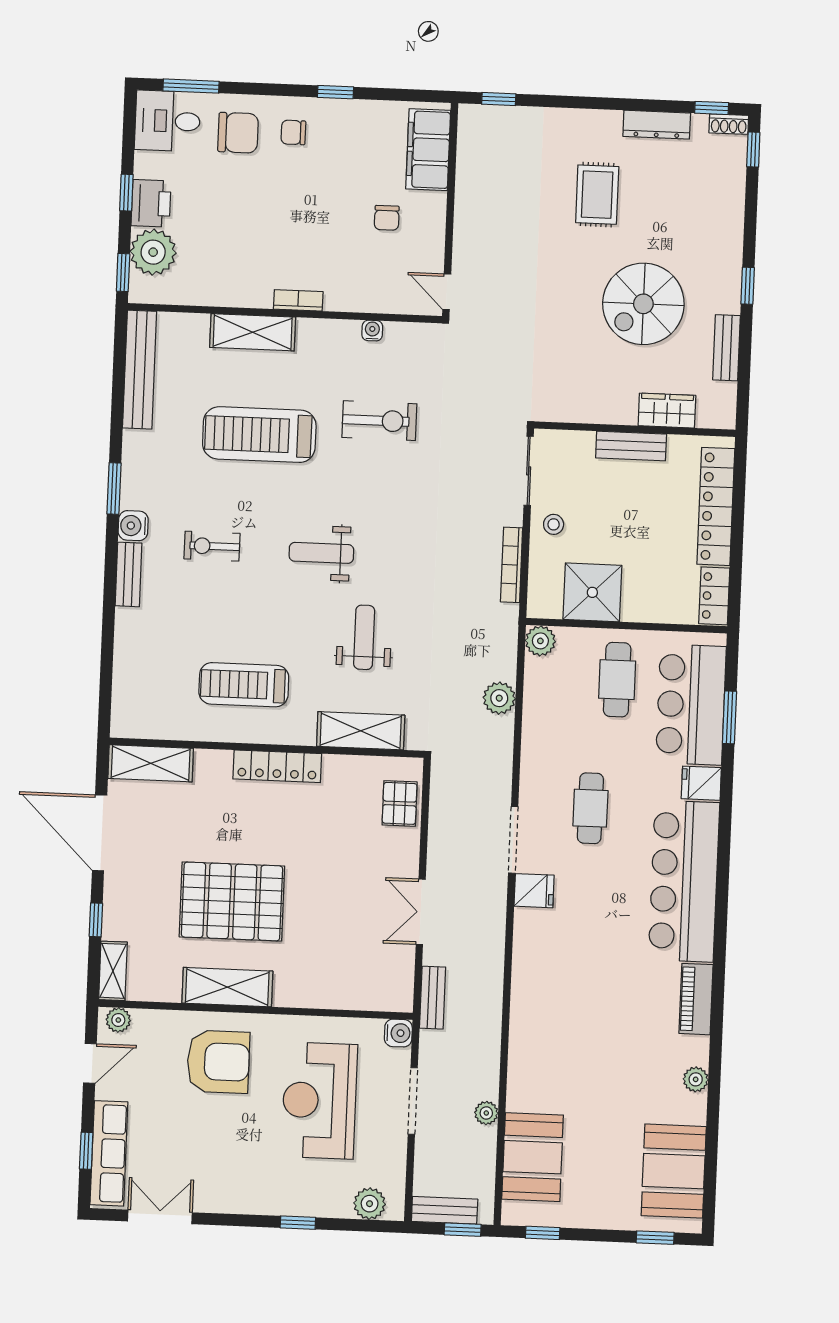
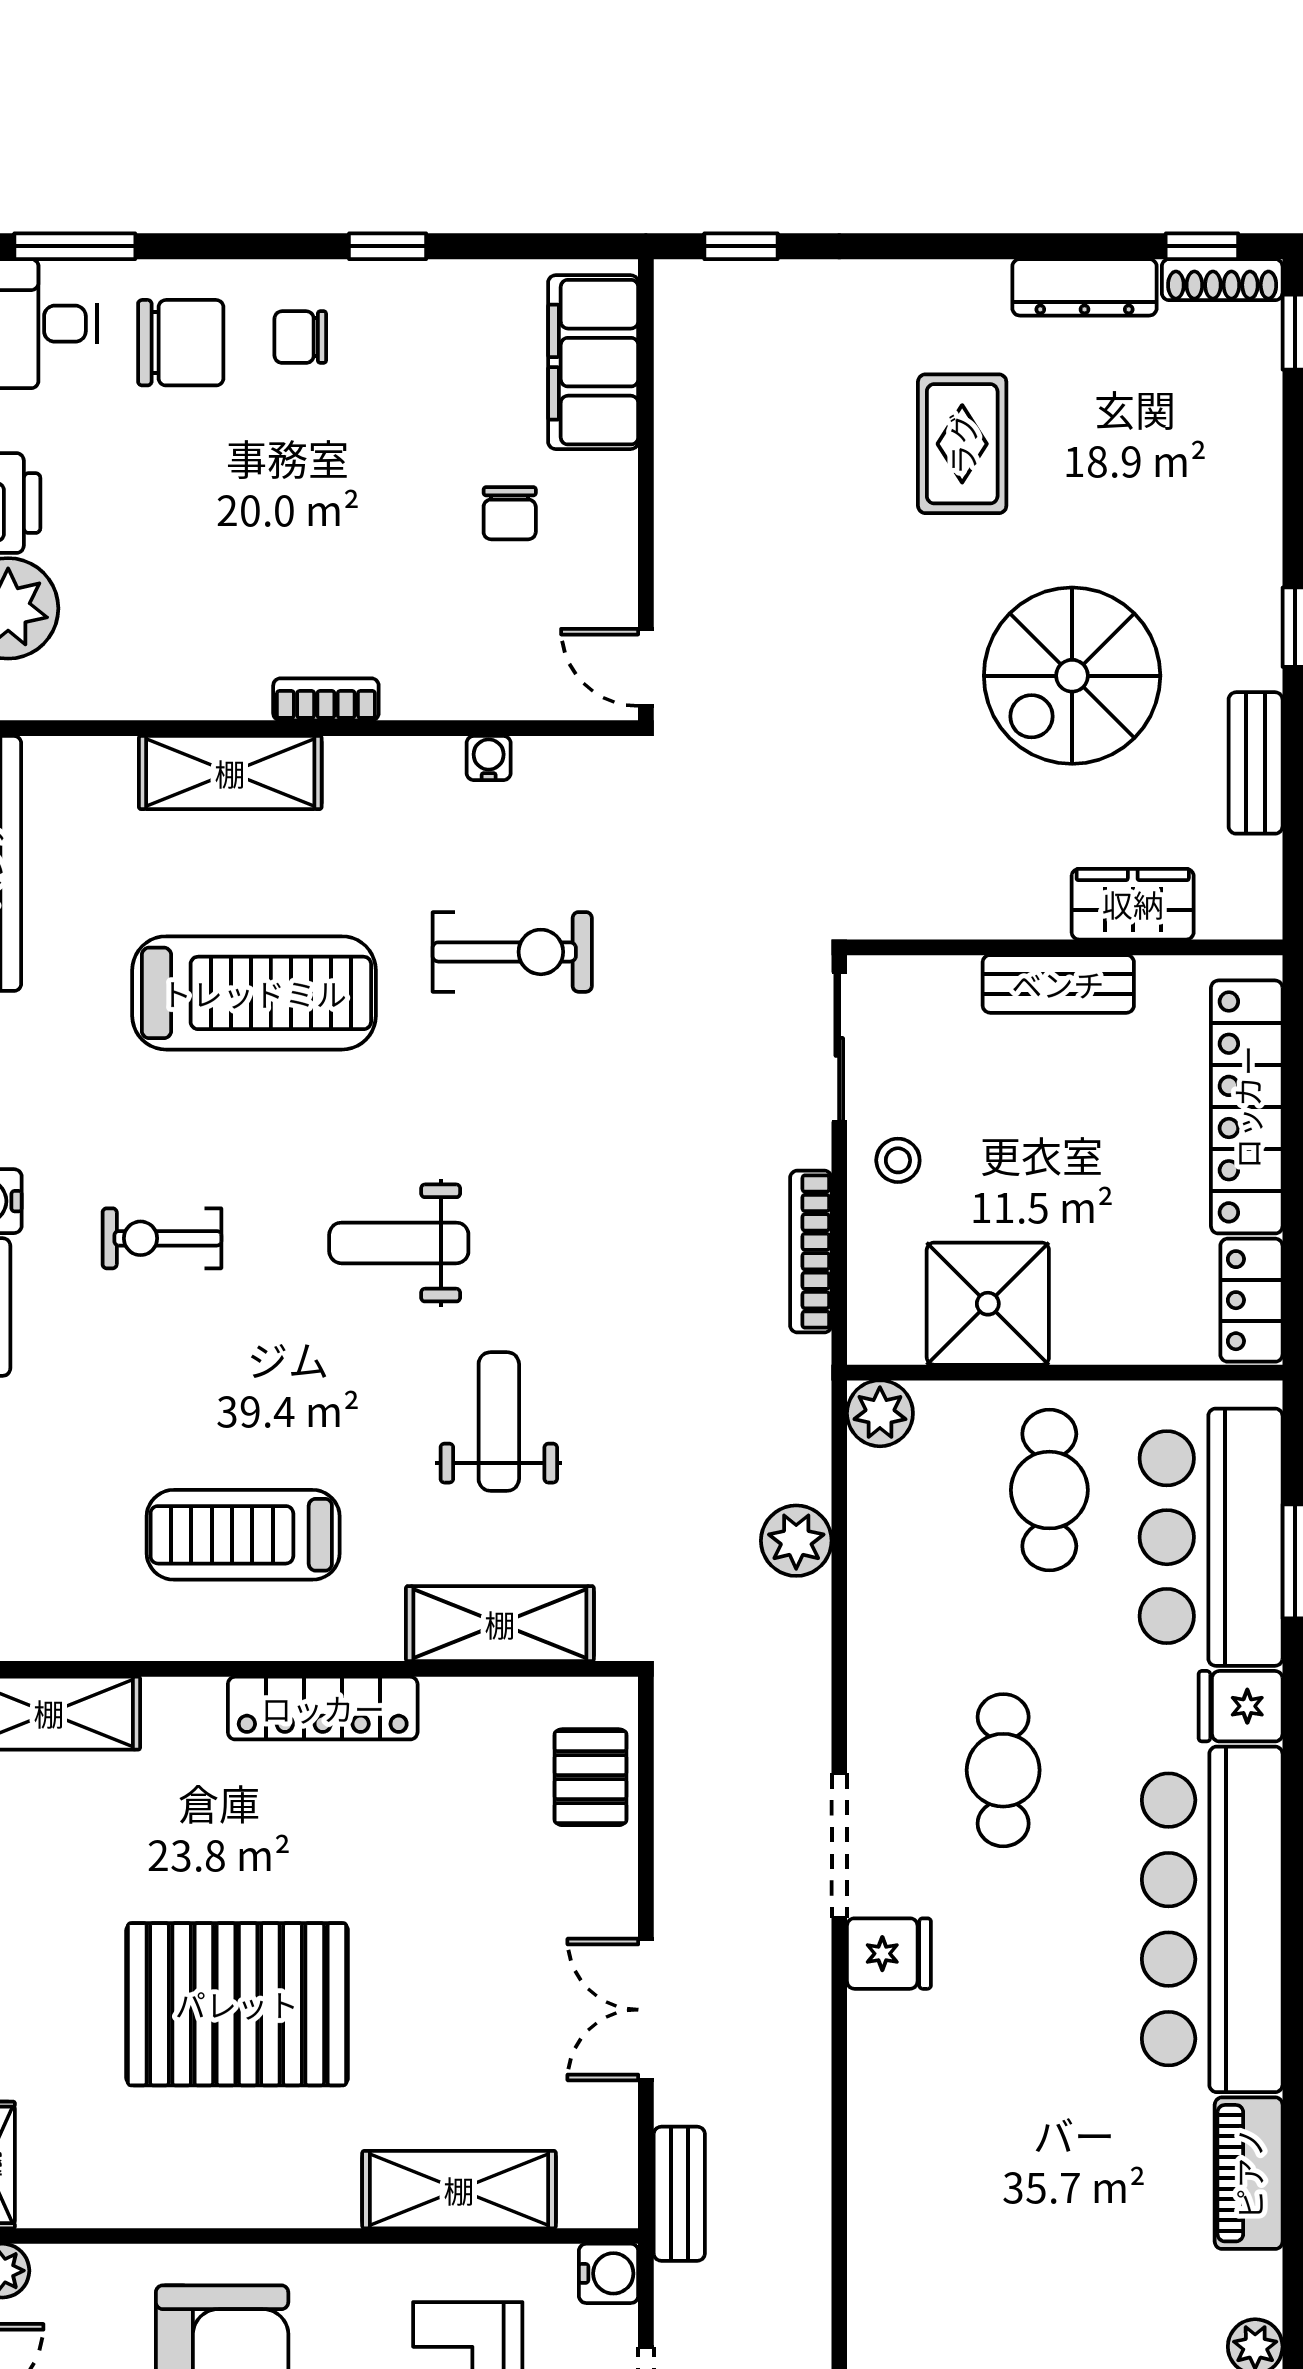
shoe rack: (729, 124) -> (1222, 280), width x1.43
treadmill: (259, 435) -> (254, 993), turned 180
shelving: (227, 987) -> (459, 2190), moved

